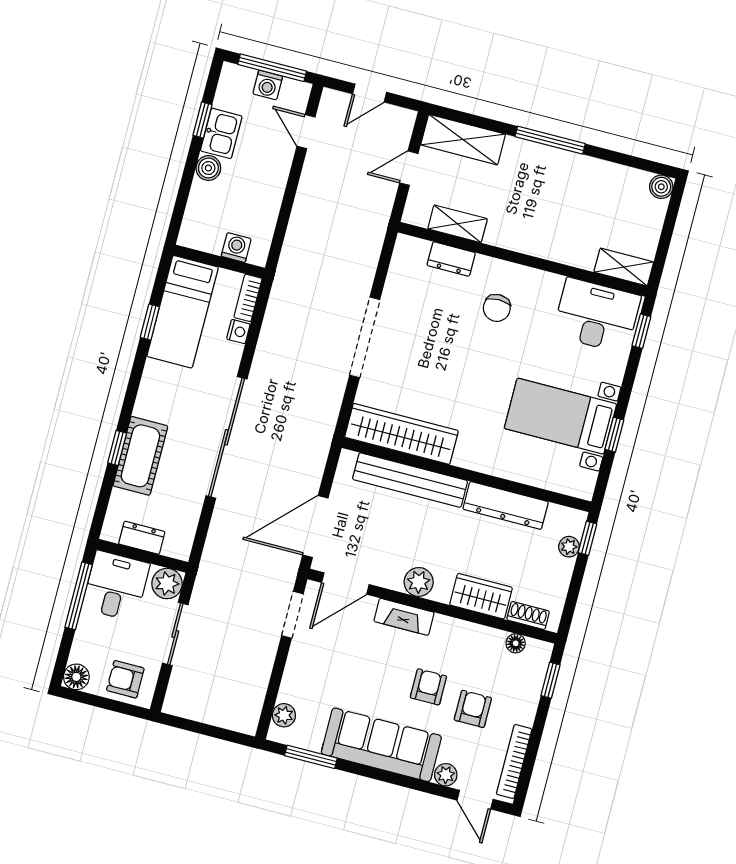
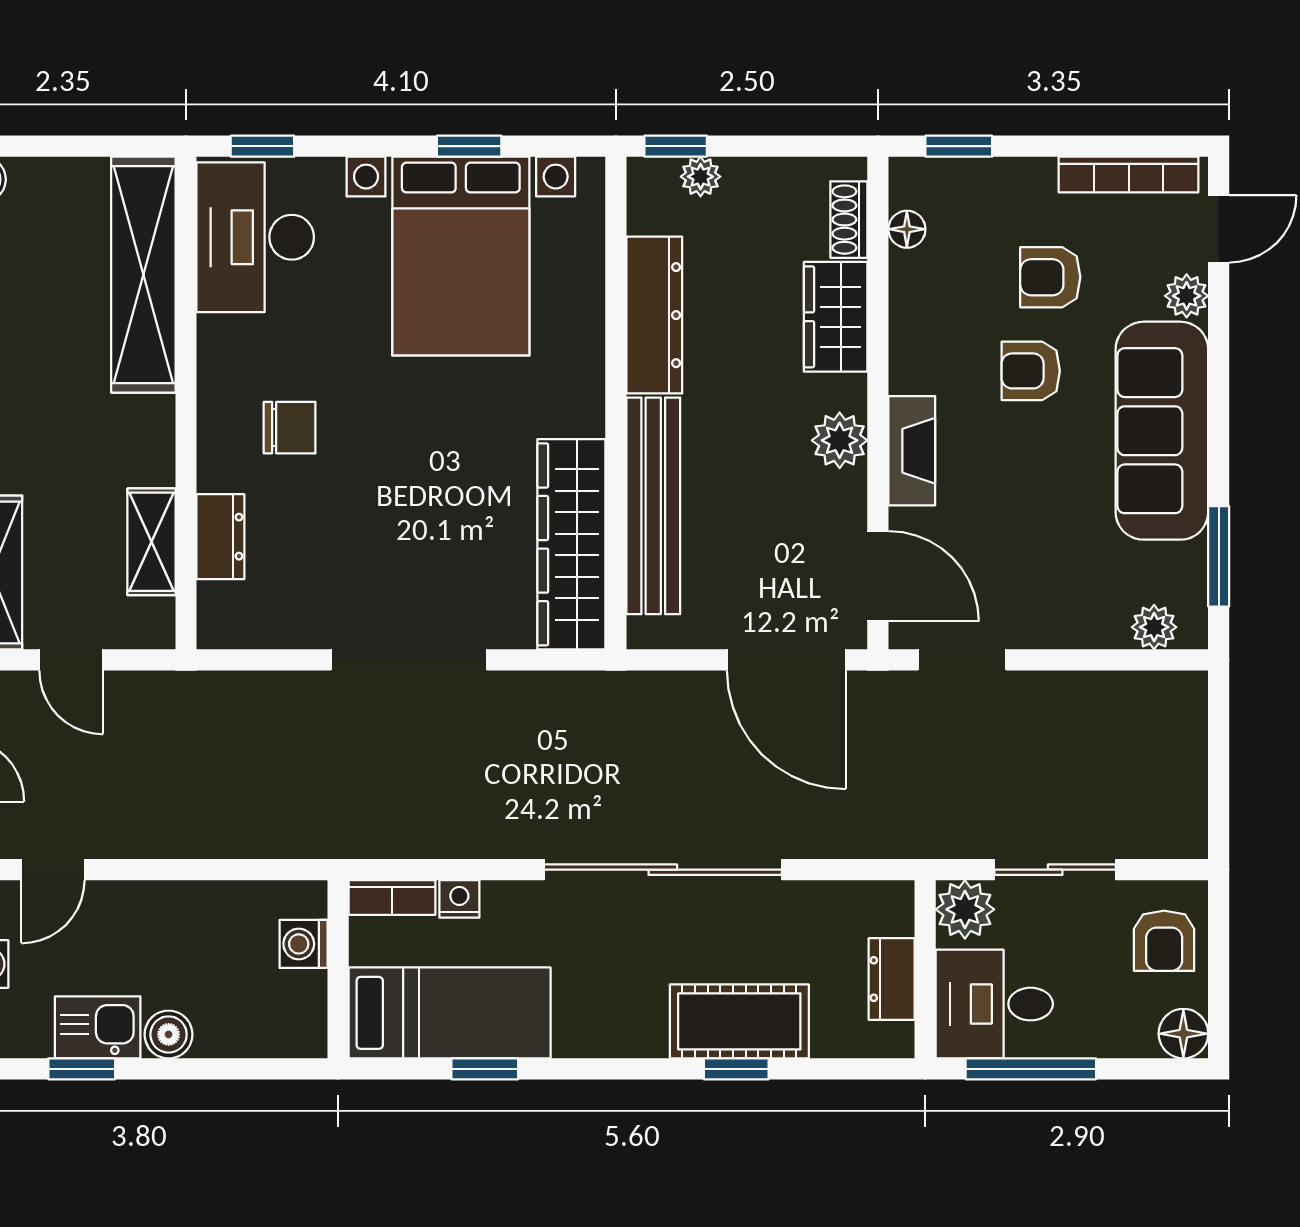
shelving: (624, 267) -> (143, 275), width x2.20, depth x1.33
bed with nightstands: (560, 416) -> (461, 256), width x1.36

